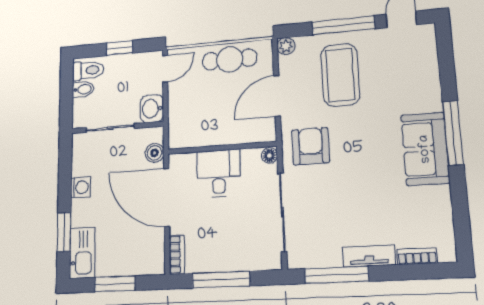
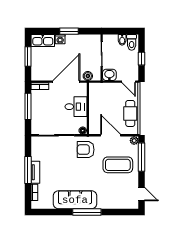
window: (343, 25) -> (142, 157), moved
armchair: (311, 146) -> (86, 150), turned 180
sofa: (425, 149) -> (75, 200), width x1.36
washing machine: (80, 187) -> (60, 39), moved
window: (64, 232) -> (69, 31), moved
window: (337, 275) -> (28, 170), moved

